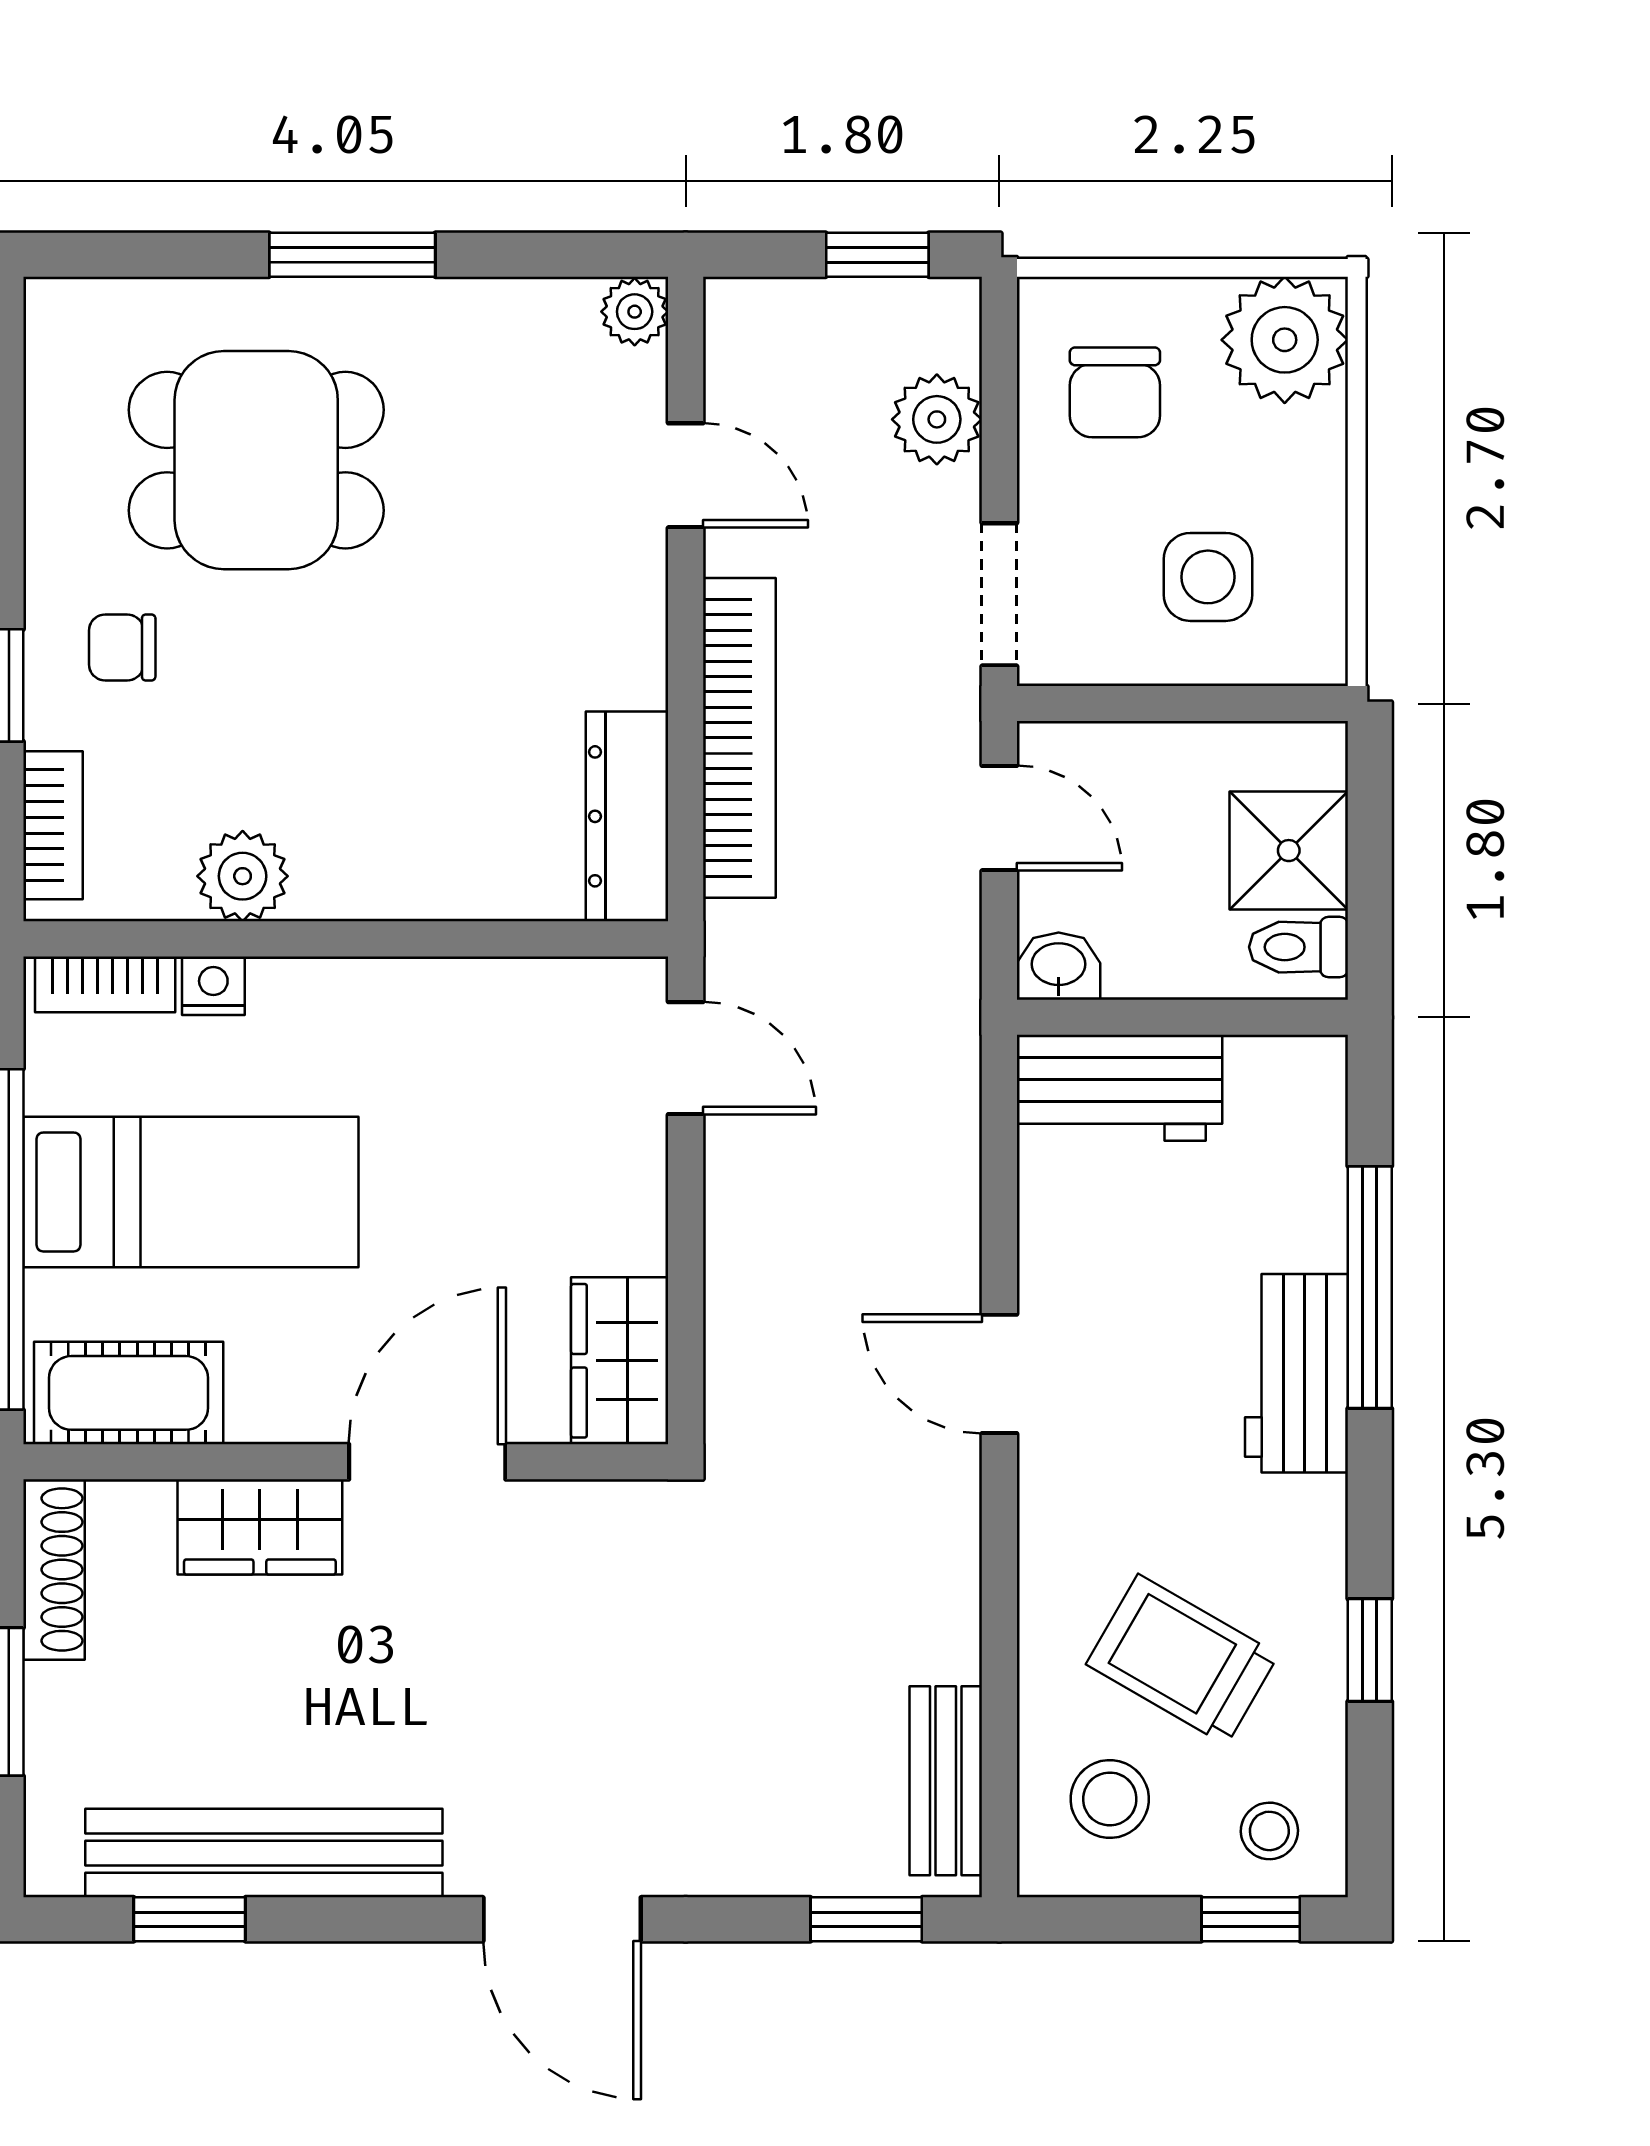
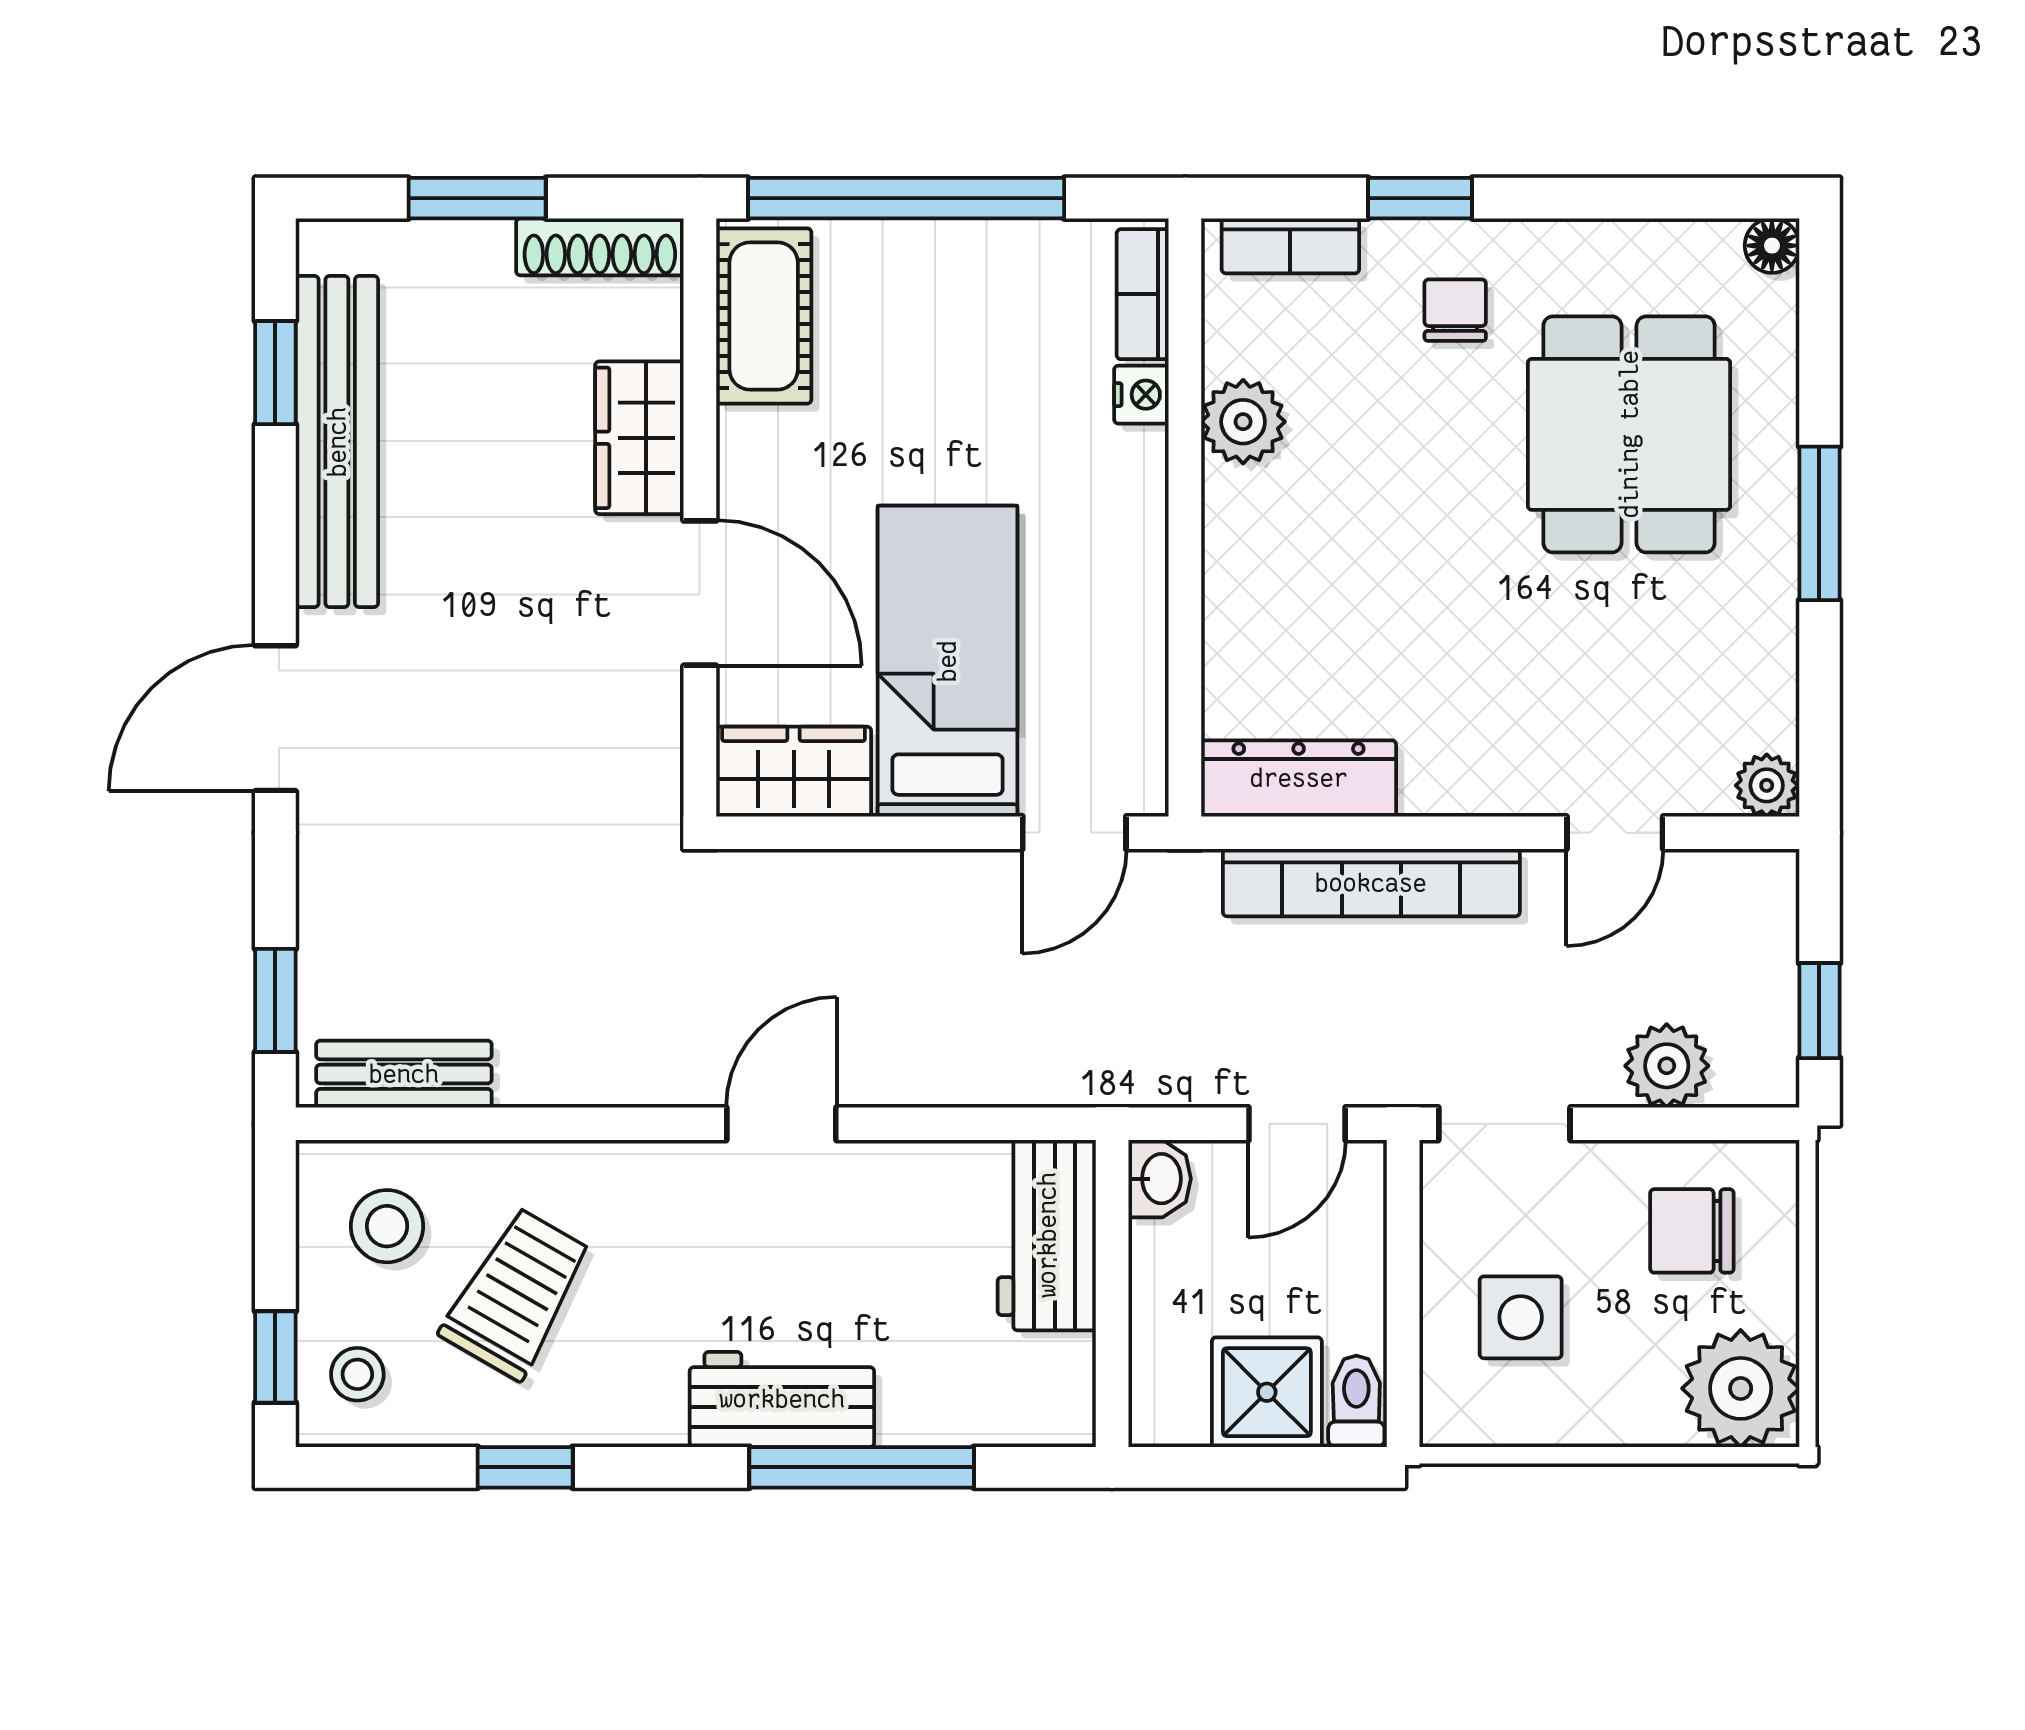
floor lamp: (53, 306) -> (1772, 246), added
toilet: (1299, 947) -> (1356, 1401), moved
bed: (191, 1192) -> (947, 661), moved, turned 180

